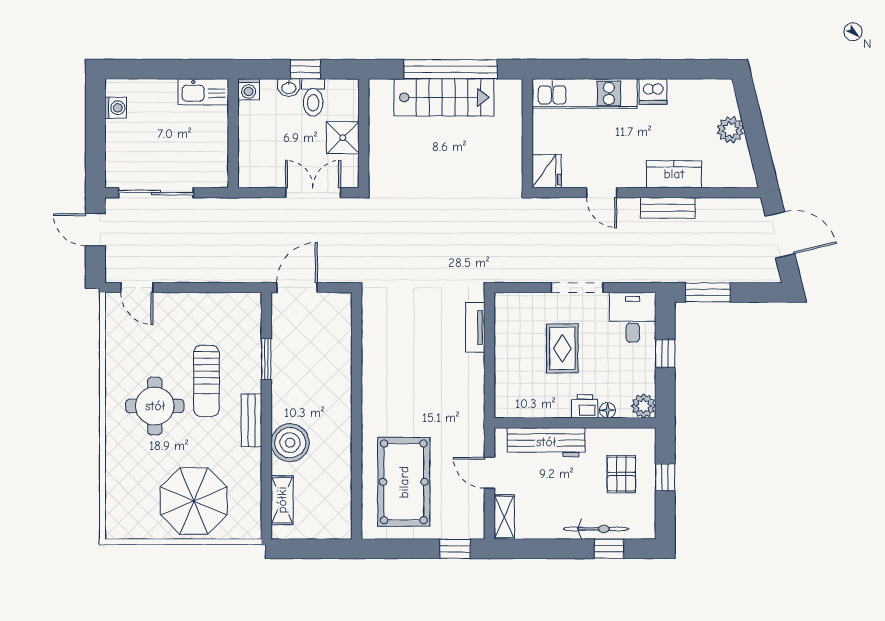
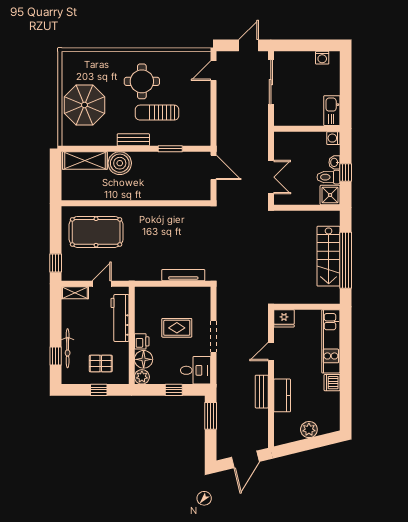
shower: (343, 138) -> (330, 195), moved
tv unit: (475, 327) -> (183, 275), width x1.41
floor lamp: (608, 410) -> (144, 359), width x1.89, depth x1.89
shelving: (282, 500) -> (85, 161), width x1.50, depth x1.33

